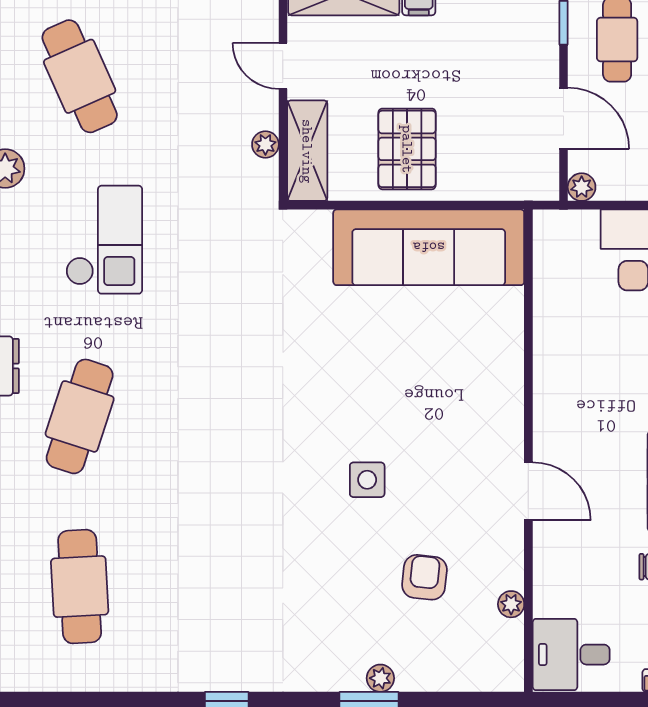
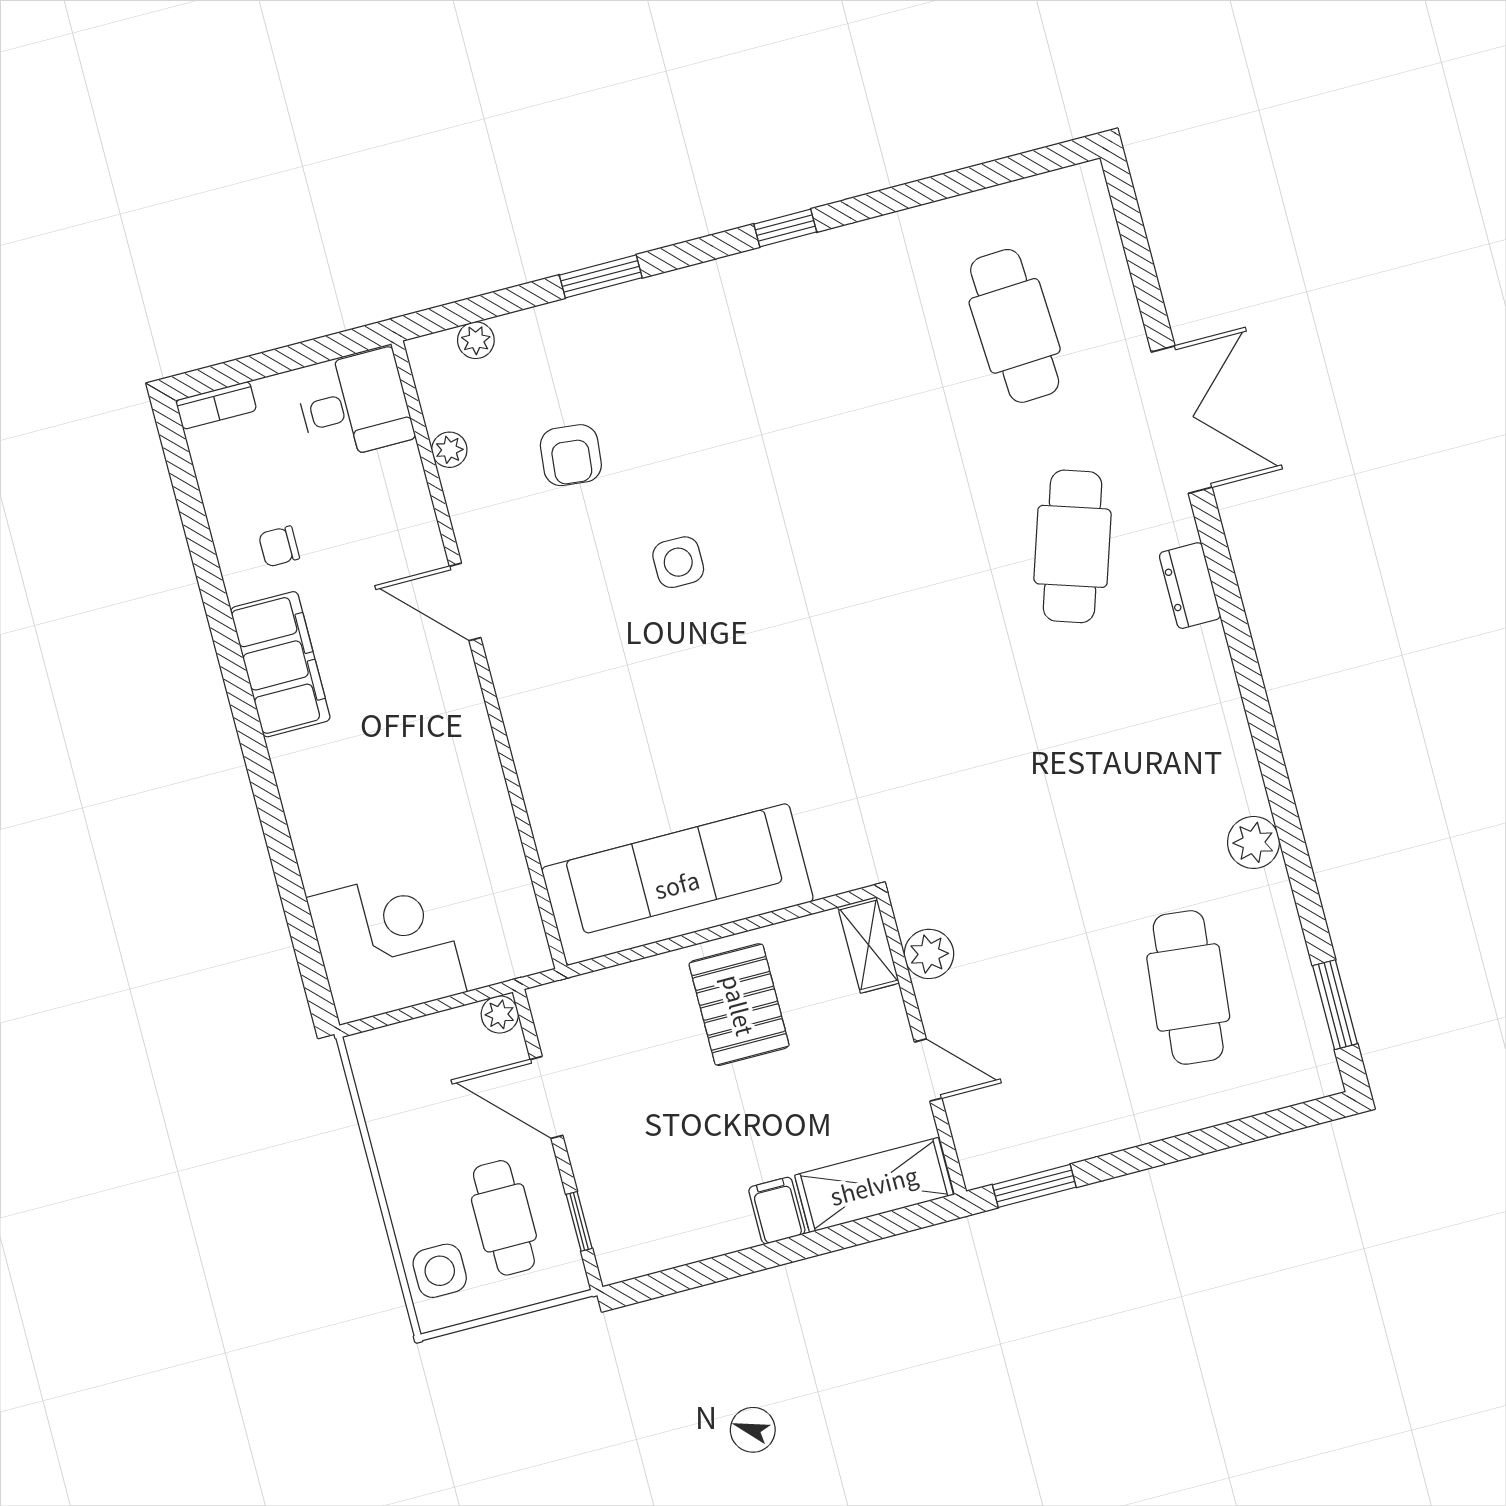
cafe table: (80, 76) -> (1188, 987), turned 30
plant: (265, 144) -> (929, 954), width x1.38, depth x1.38
shelving: (307, 151) -> (869, 945), width x0.67, depth x0.75
checkout: (104, 240) -> (1101, 784), removed
plant: (380, 678) -> (476, 340), moved

